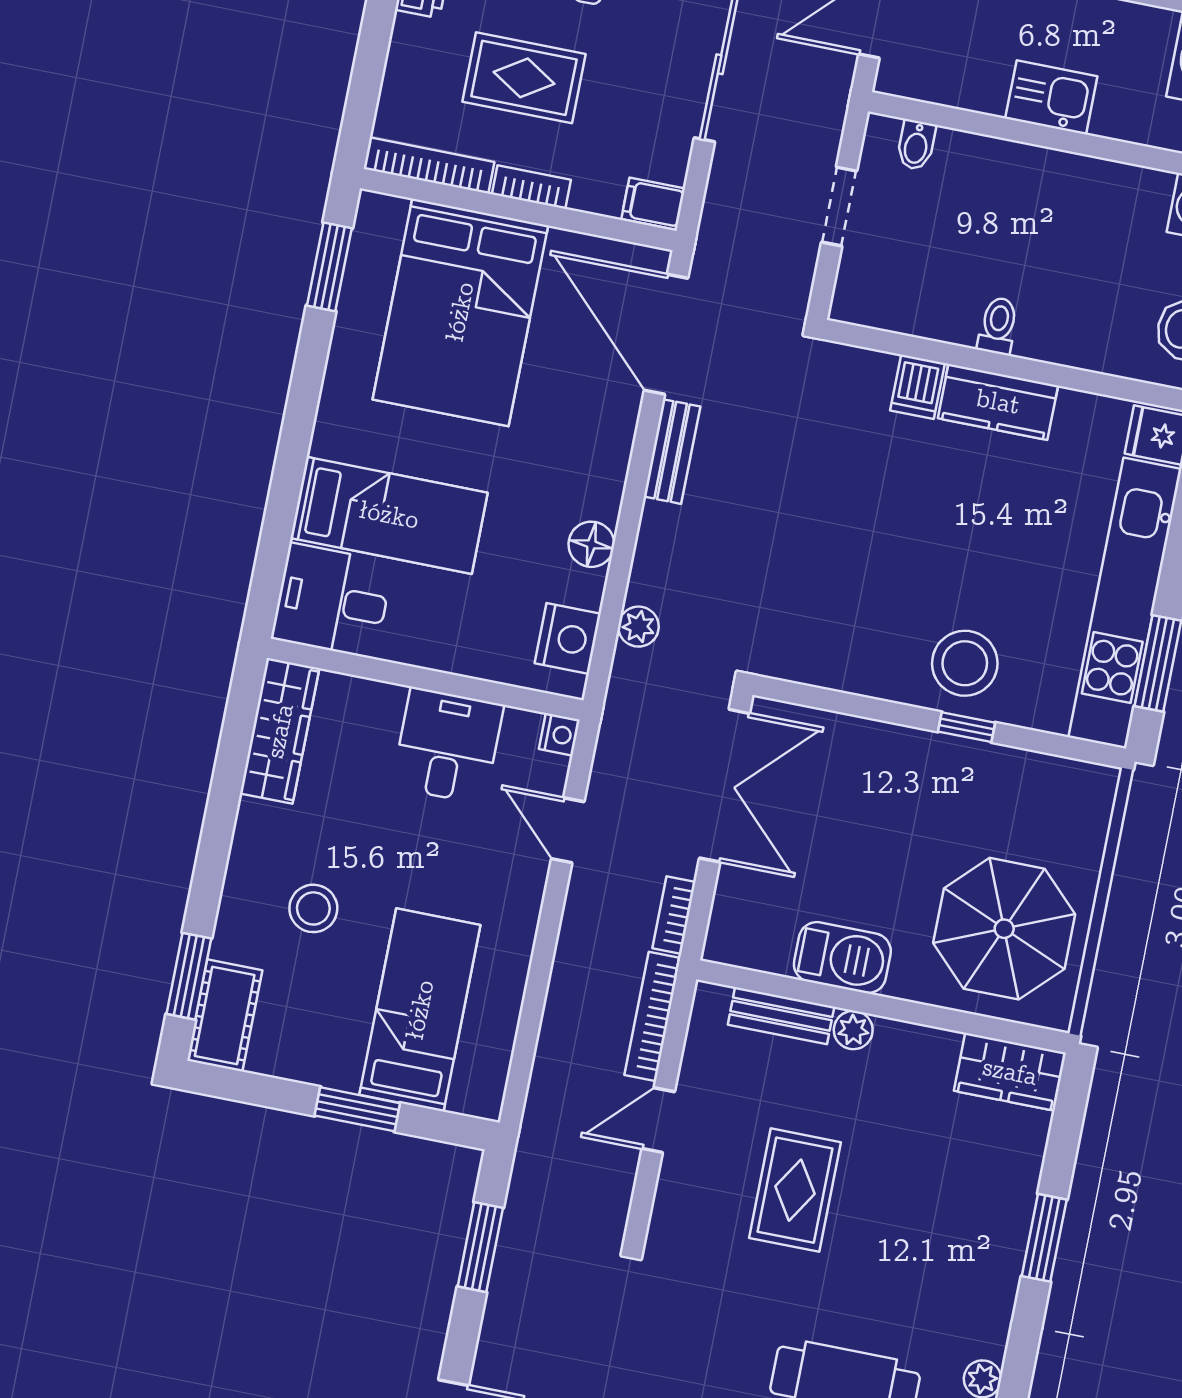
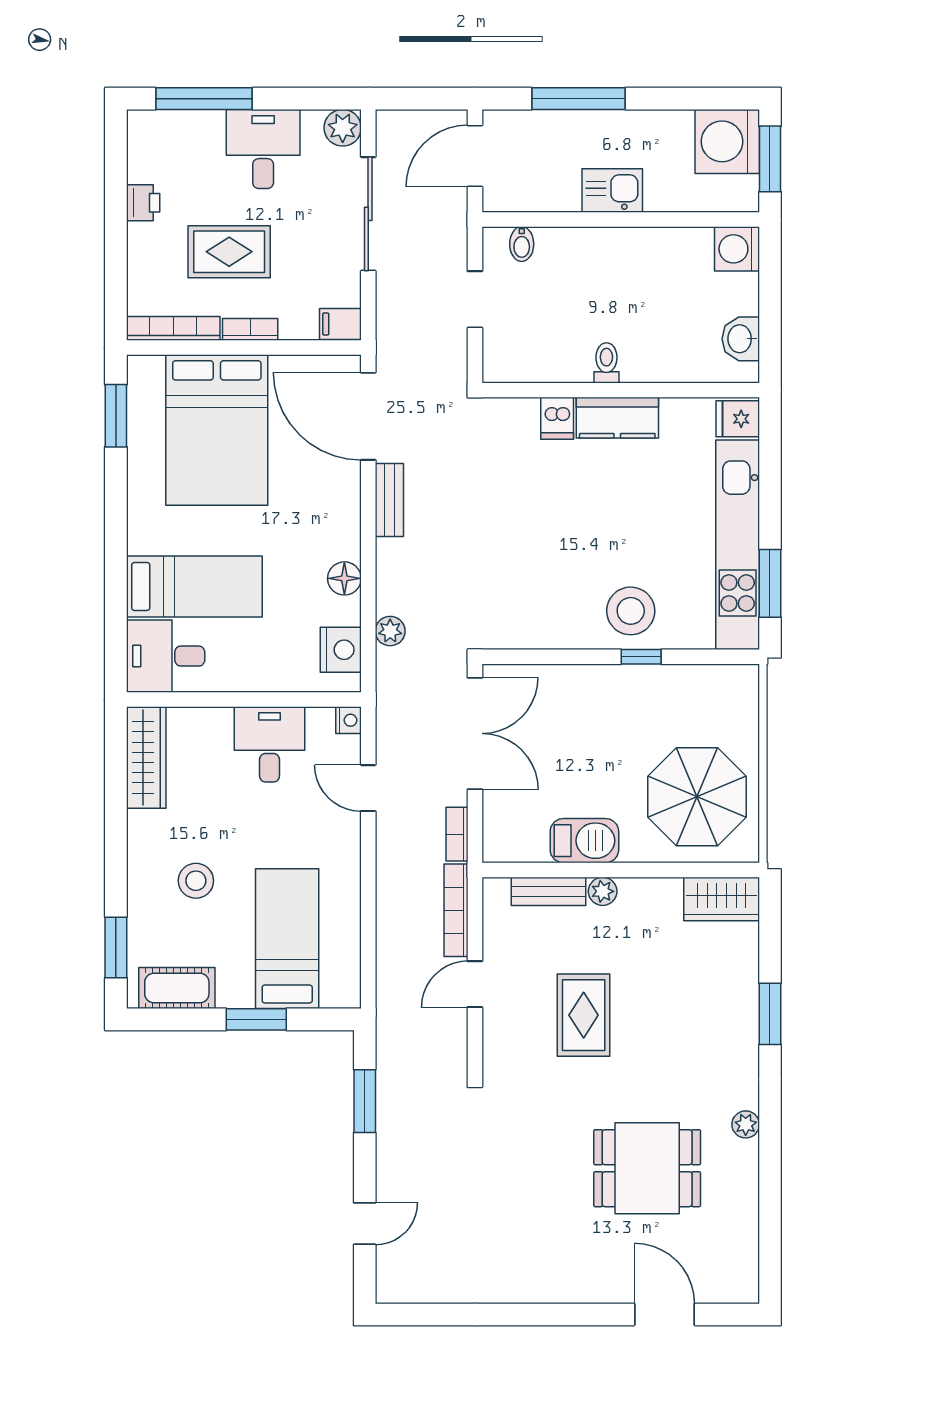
cot: (225, 1015) -> (177, 988), moved, turned 90

